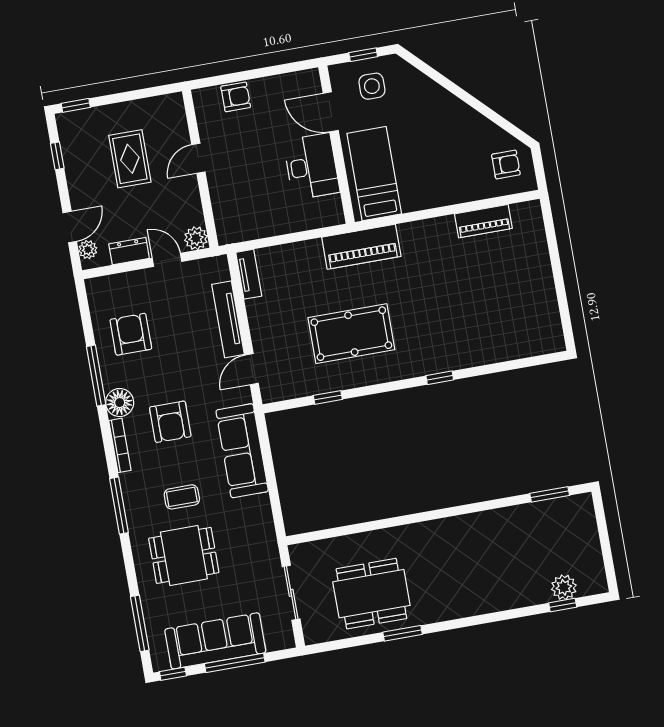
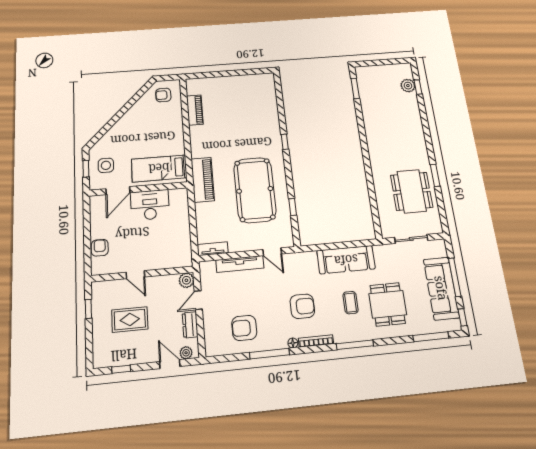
window: (76, 105) -> (88, 309), moved
armchair: (506, 165) -> (163, 95), turned -90
pool table: (351, 334) -> (255, 190), width x1.36, depth x1.32
floor lamp: (120, 403) -> (293, 343), width x0.53, depth x0.53
sofa: (242, 451) -> (346, 260), moved

